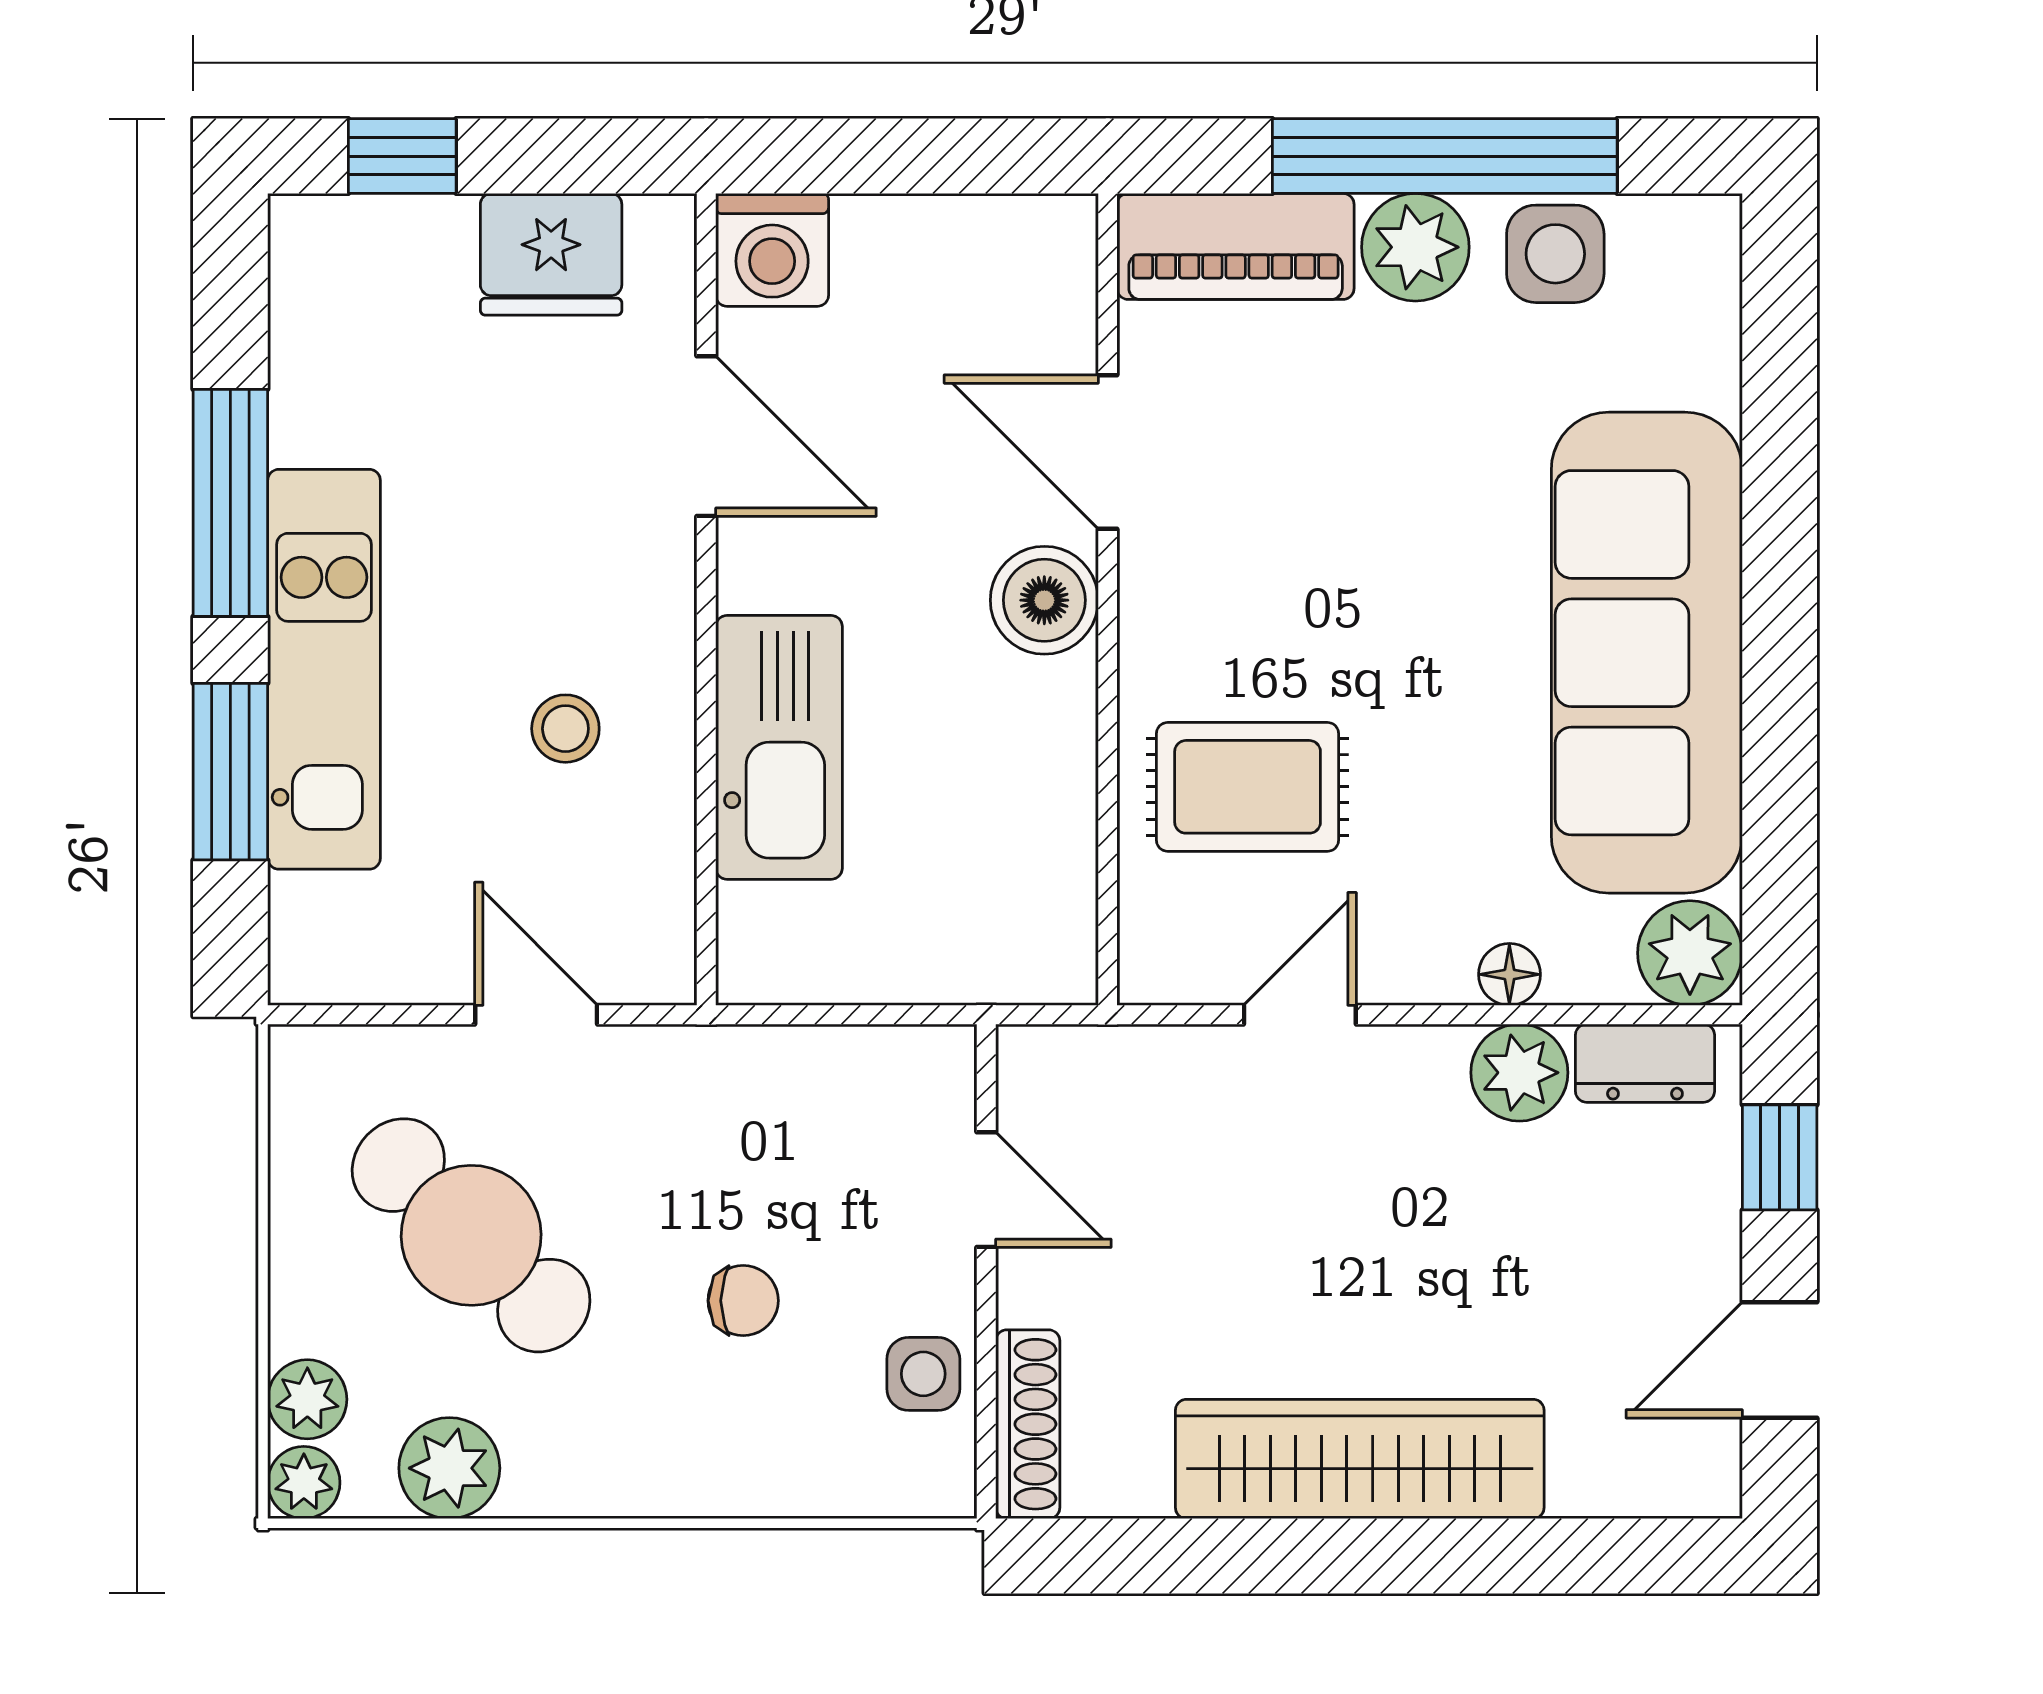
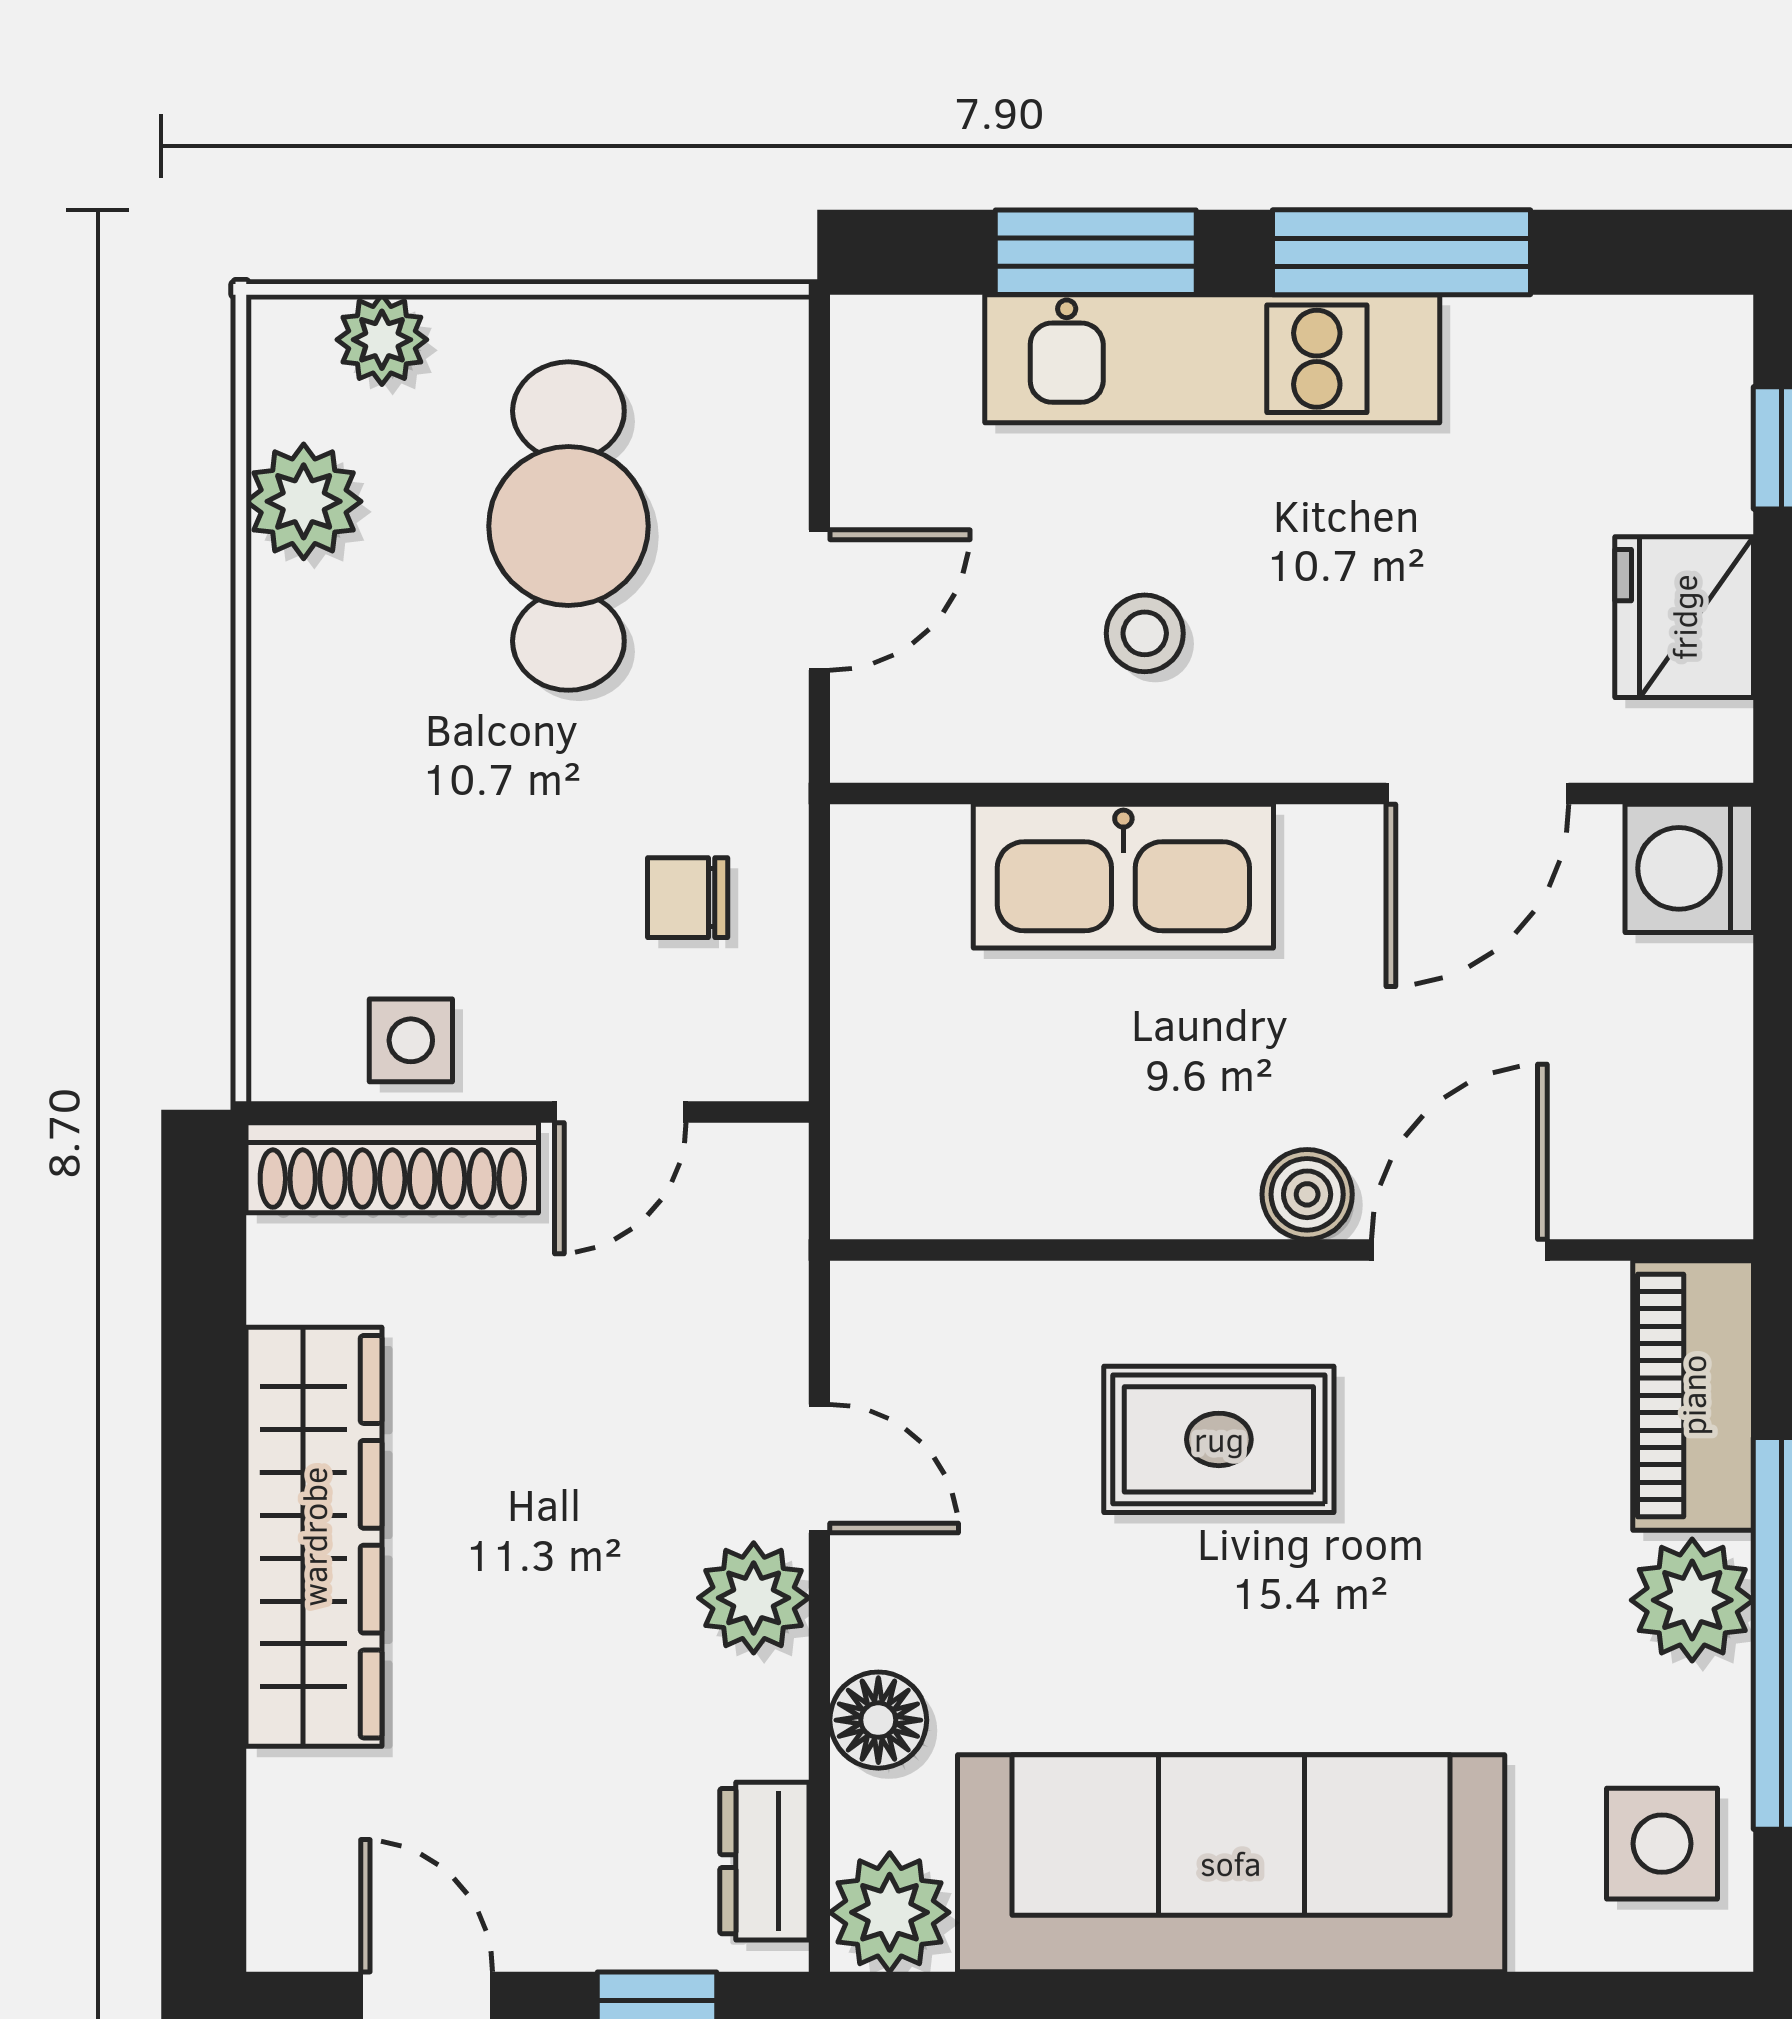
side table: (1555, 254) -> (1662, 1844), moved
boiler: (1044, 600) -> (1307, 1194), width x0.73, depth x0.73
rug: (1248, 787) -> (1219, 1439), moved, turned 90
floor lamp: (1509, 974) -> (878, 1720), width x1.37, depth x1.37
plant: (1519, 1073) -> (754, 1598), moved
cafe table: (471, 1235) -> (568, 526), turned -44
chair: (743, 1301) -> (688, 898), moved, turned 90
shoe rack: (1028, 1424) -> (392, 1168), width x1.36, depth x1.24
plant: (304, 1483) -> (287, 336), removed

